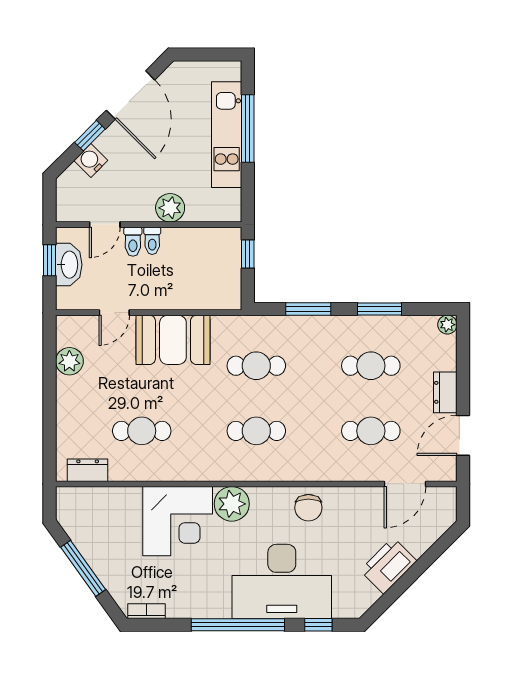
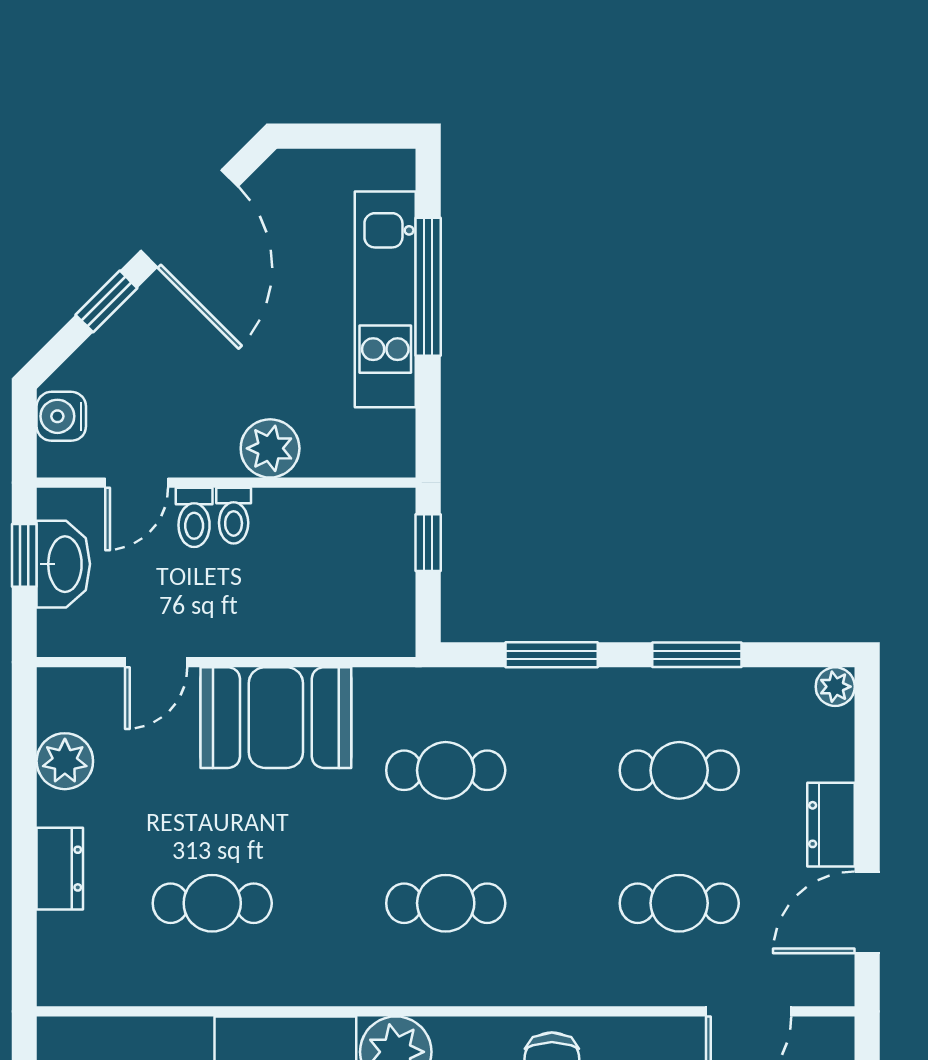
water cooler: (91, 160) -> (61, 416), moved, turned -45
dresser: (88, 470) -> (60, 869), moved, turned 90

